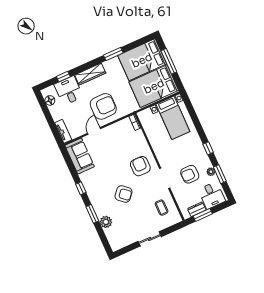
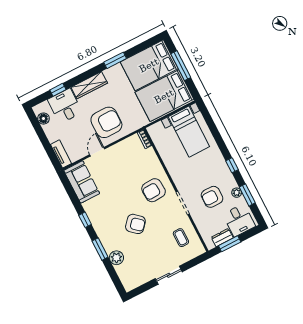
armchair: (140, 166) -> (154, 190), turned -93

